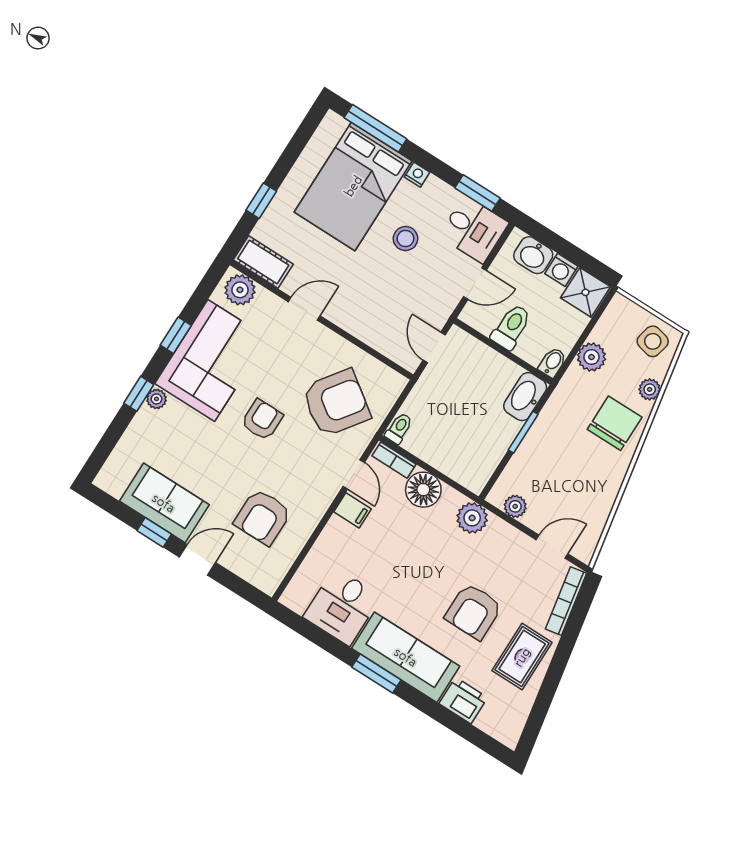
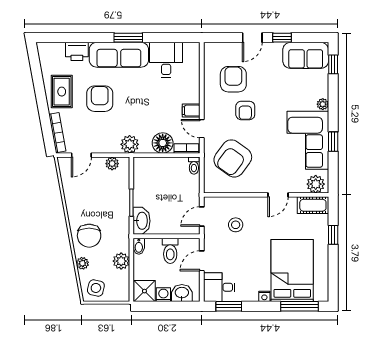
stool: (405, 239) -> (236, 225), moved
door: (434, 348) -> (202, 216), swing flipped
window: (139, 394) -> (333, 64), moved
armchair: (262, 420) -> (245, 110), moved
sofa: (164, 503) -> (306, 55), moved

